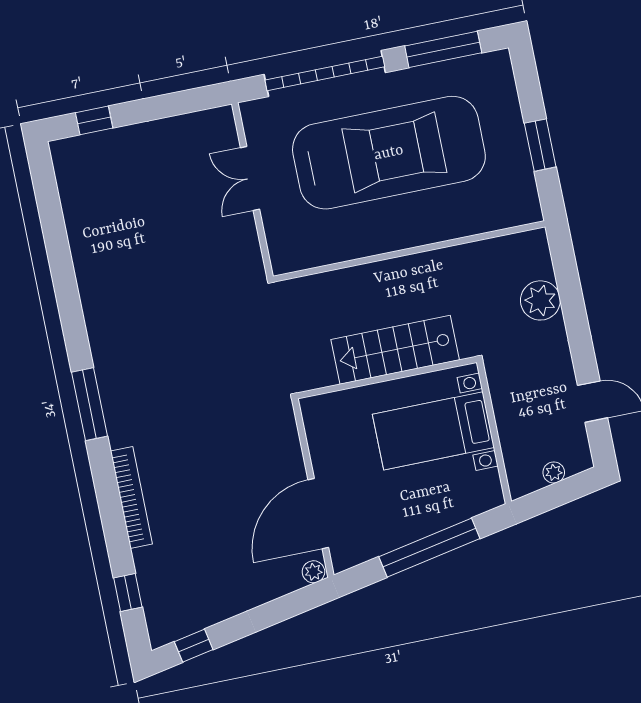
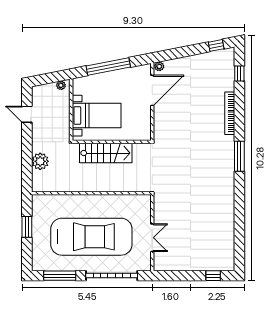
car: (389, 153) -> (91, 237), turned 180
plant: (554, 472) -> (61, 85), moved

